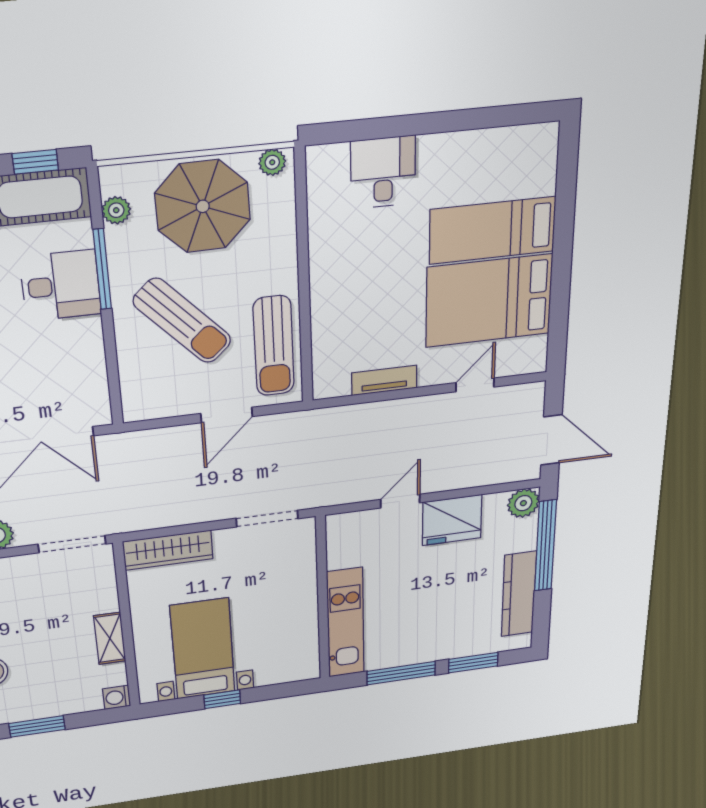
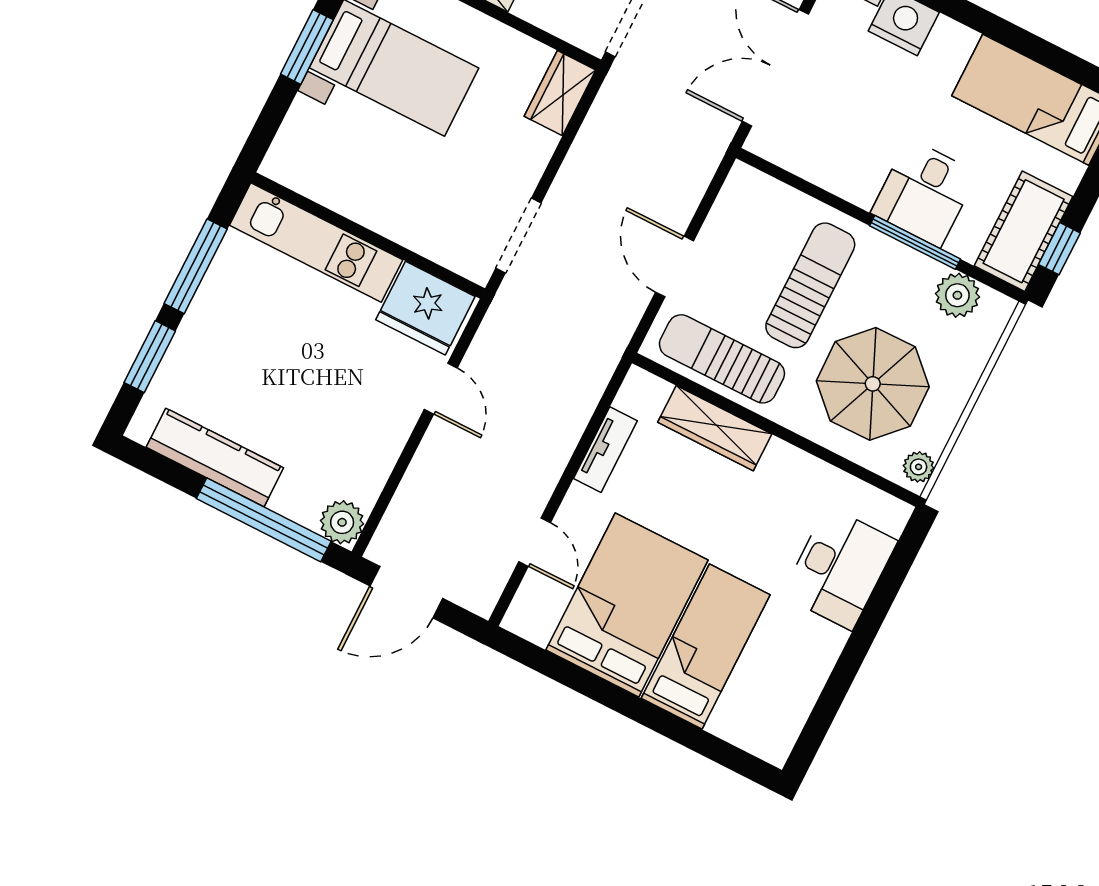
desk: (383, 172) -> (840, 568), width x1.37
parasol: (203, 206) -> (873, 384), moved
plant: (116, 210) -> (957, 295), width x1.38, depth x1.38
sun lounger: (182, 321) -> (810, 285), turned 133
wardrobe: (327, 321) -> (715, 428), added
fridge: (452, 520) -> (425, 308), moved, turned -90
wardrobe: (168, 550) -> (560, 93), width x0.67
window: (222, 699) -> (307, 47), width x1.50

